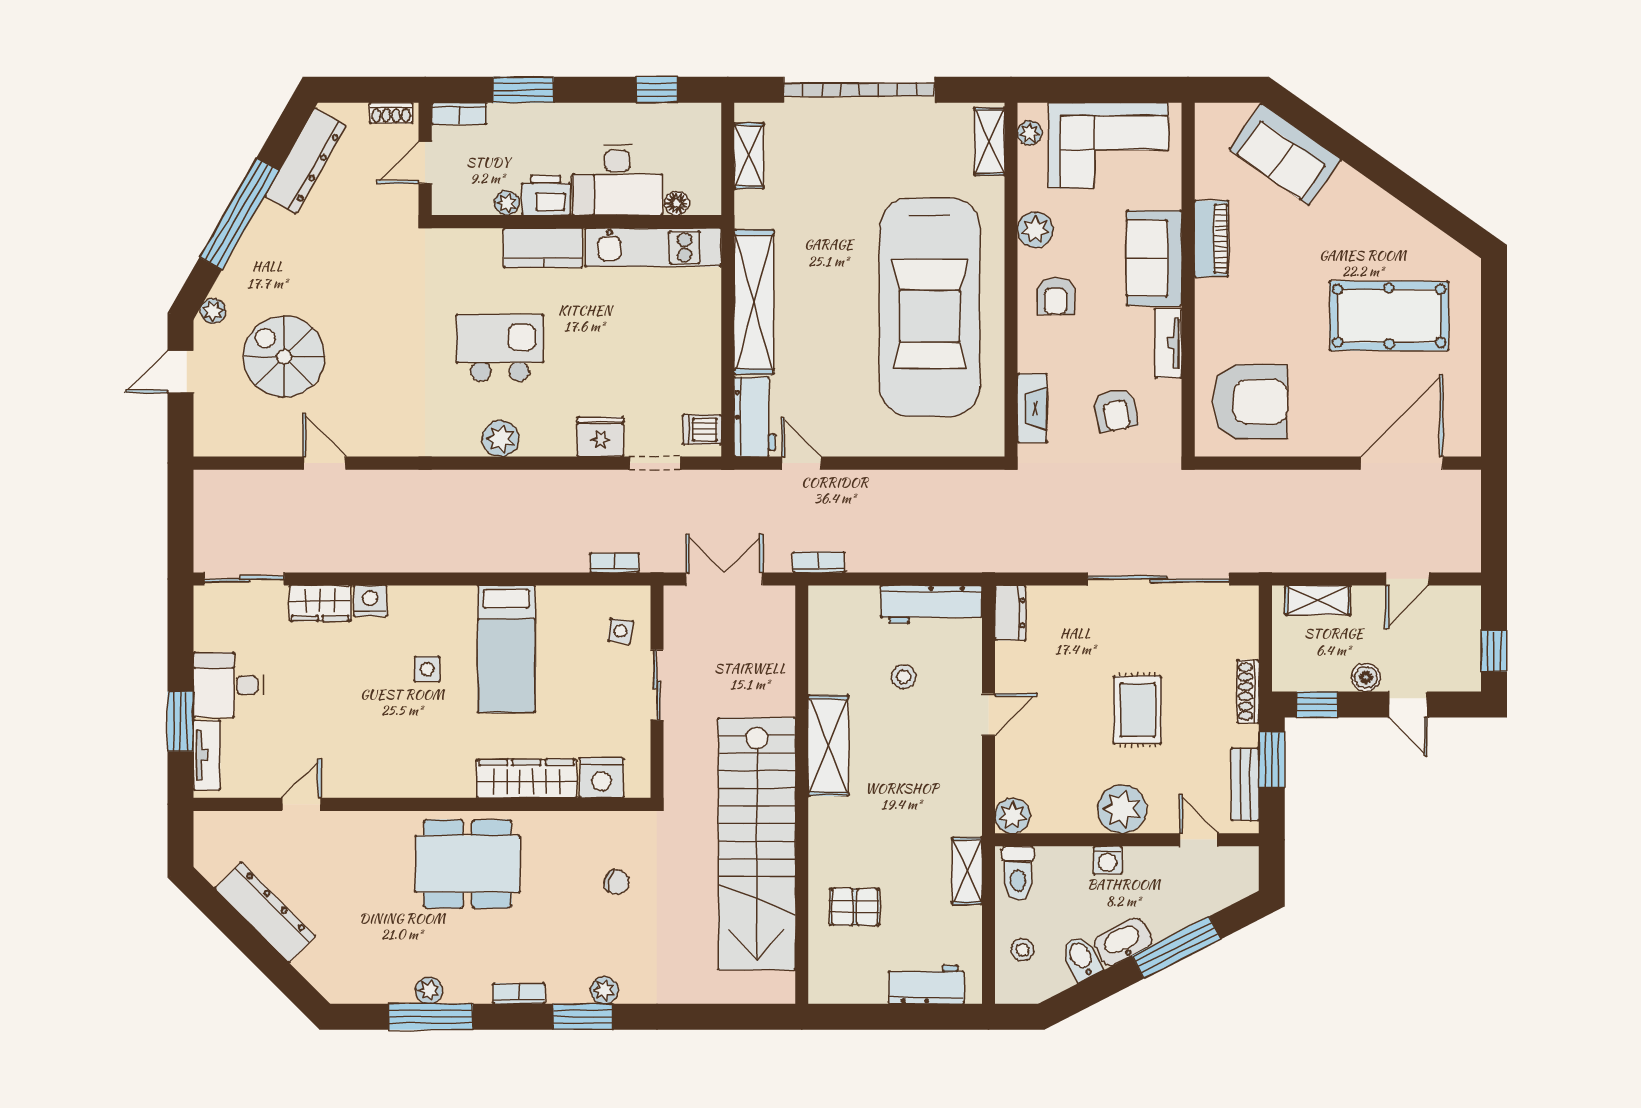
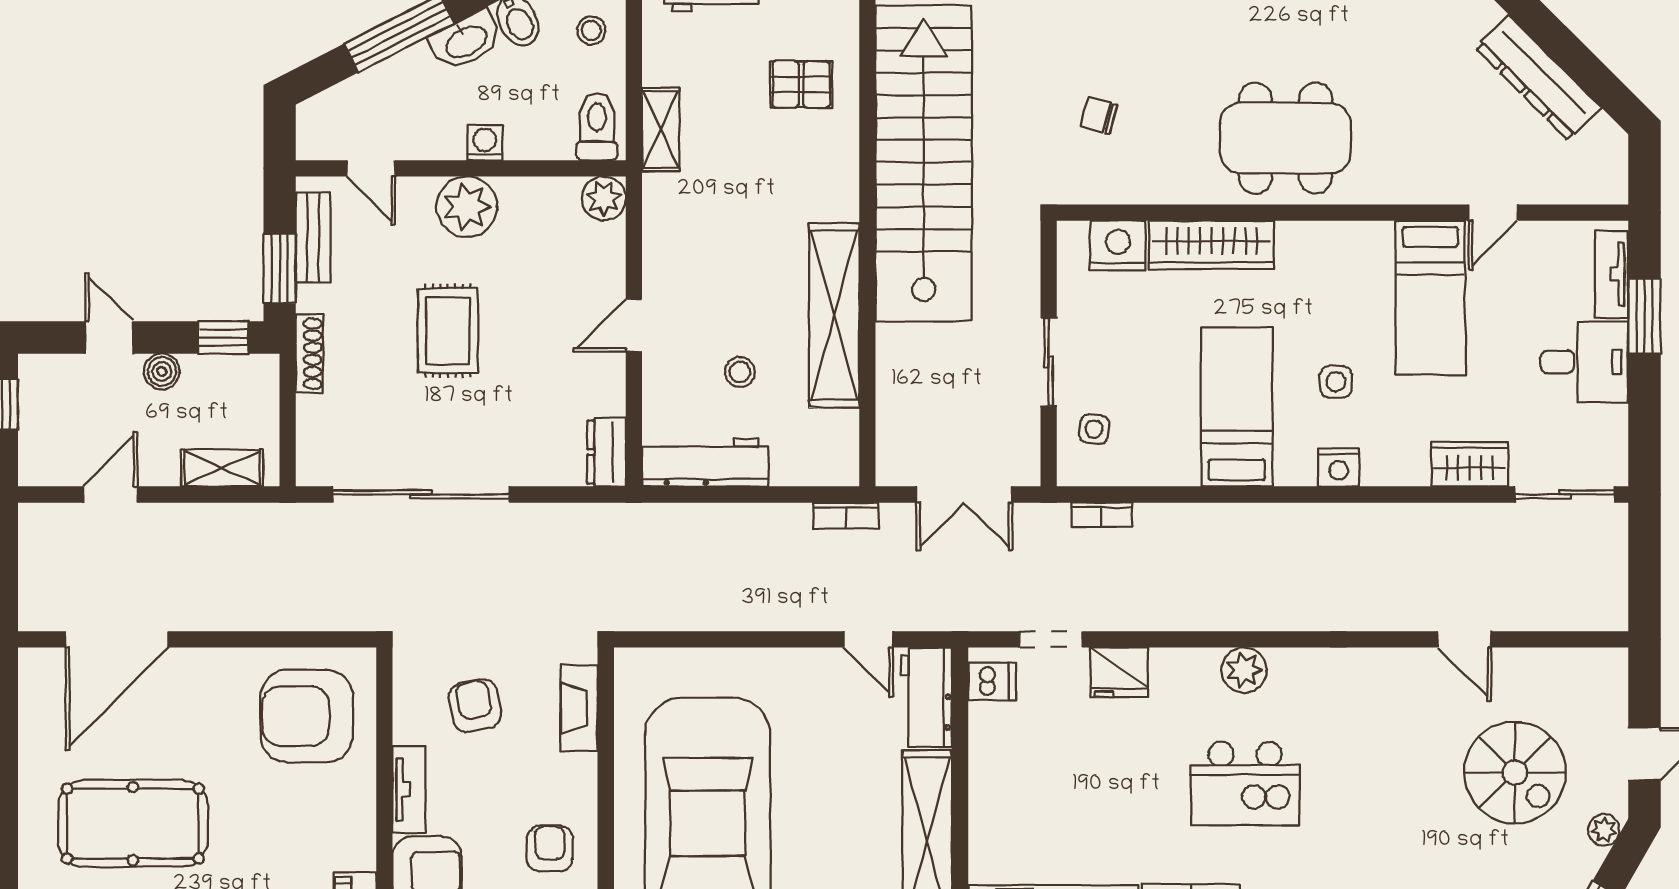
nightstand: (370, 601) -> (1339, 467), moved
bed: (352, 736) -> (1430, 298), added
shelving: (828, 746) -> (834, 315), width x1.47

